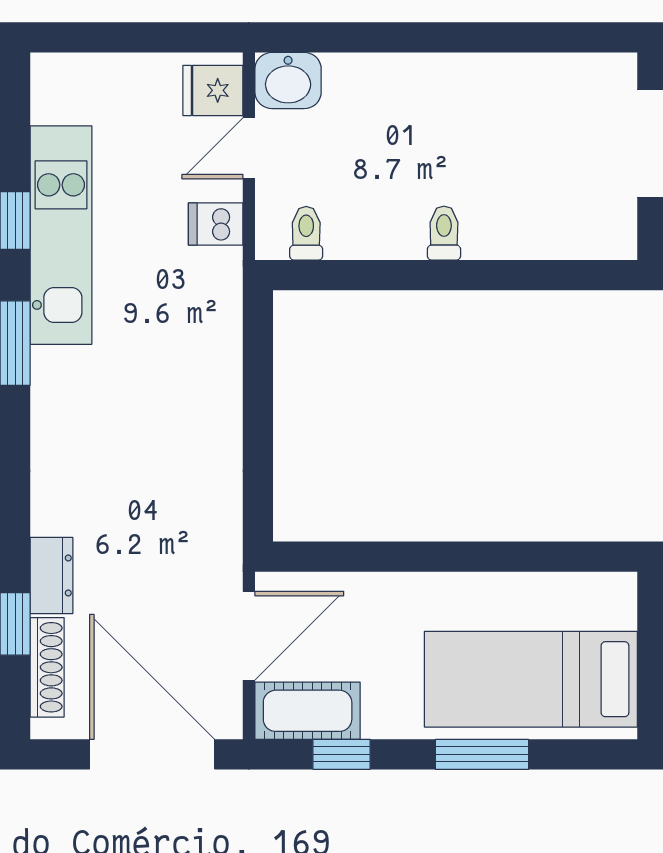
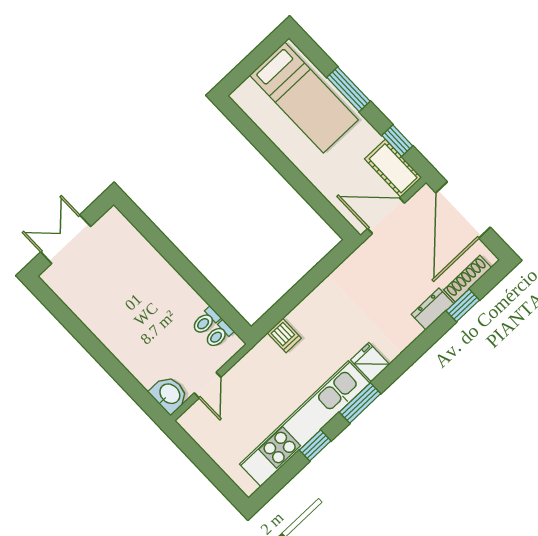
fridge: (213, 90) -> (370, 362), moved, turned 180
door: (249, 148) -> (208, 385), hinge flipped
dishwasher: (216, 224) -> (284, 335), moved
toilet: (444, 233) -> (206, 321), moved
kitchen unit: (61, 235) -> (305, 424), width x1.36

